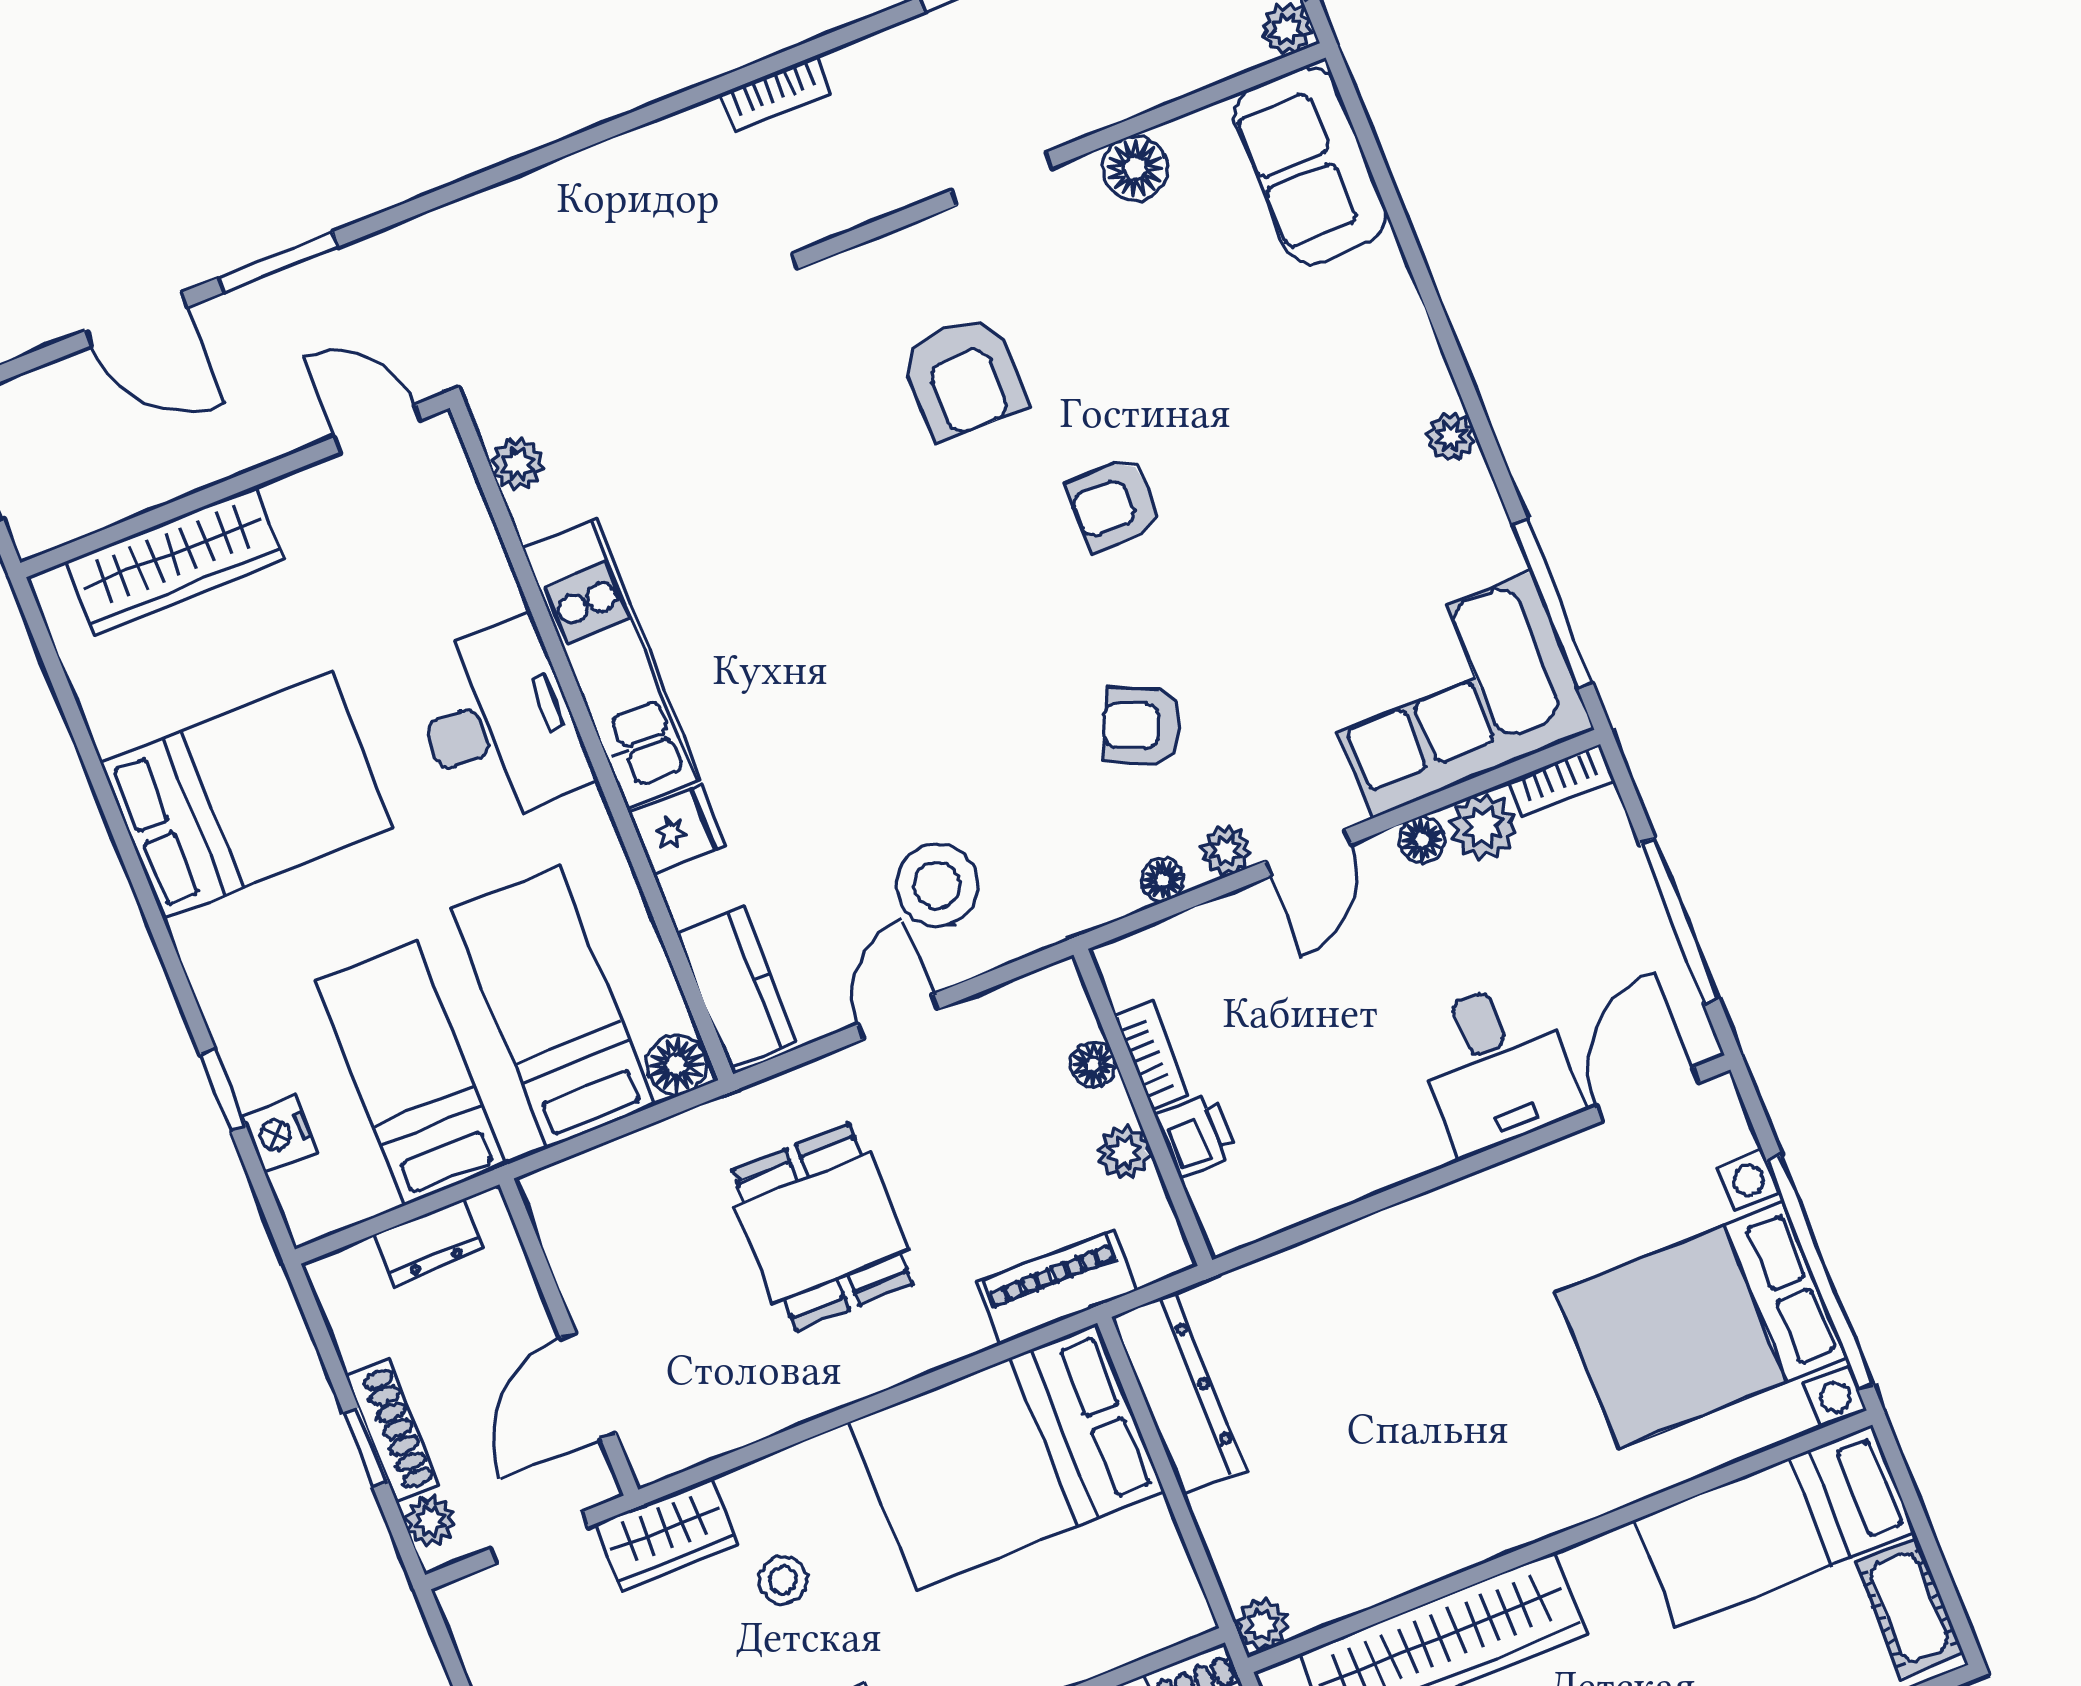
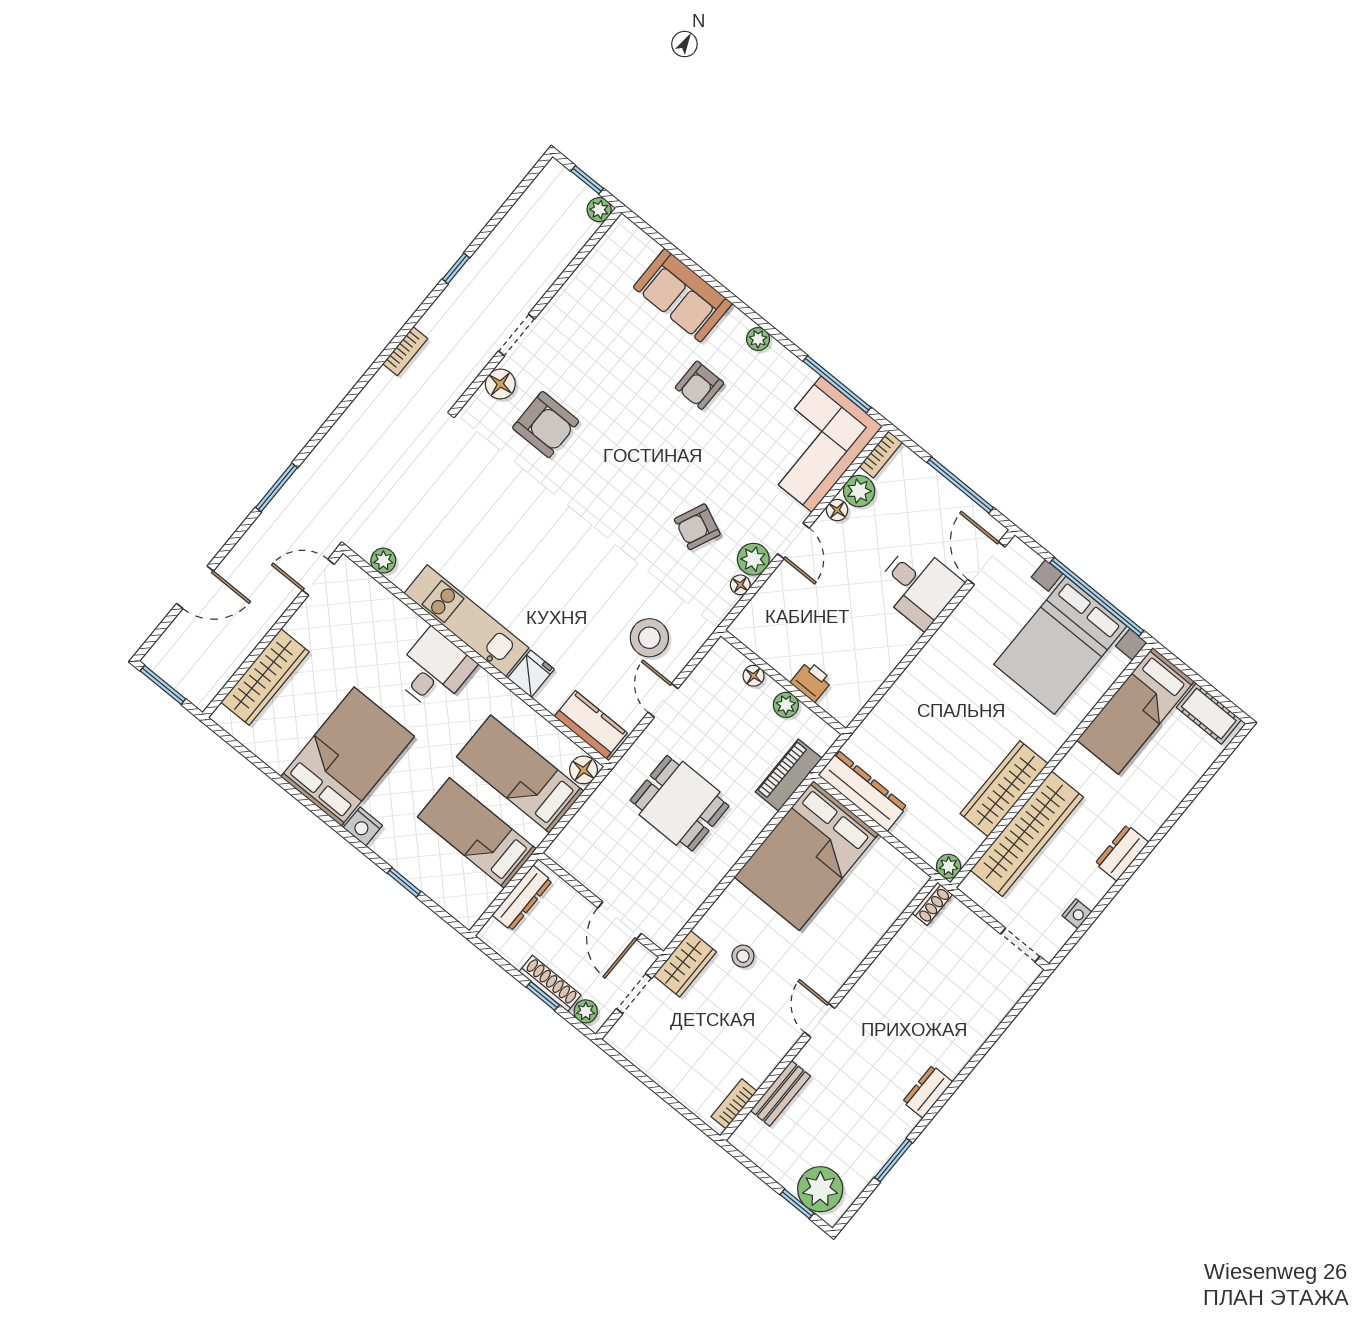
sofa: (1310, 165) -> (683, 295), moved
floor lamp: (1135, 168) -> (500, 384), moved
window: (278, 262) -> (277, 488), moved
armchair: (1114, 504) -> (699, 385), moved
desk: (499, 723) -> (434, 670), width x0.73
plant: (1226, 850) -> (753, 559), width x1.38, depth x1.38
bookcase: (1152, 1056) -> (776, 659), removed
nightstand: (280, 1134) -> (363, 827), moved
dresser: (428, 1242) -> (522, 898), width x1.44
wardrobe: (1447, 1536) -> (1004, 789), added

